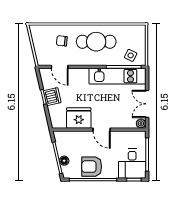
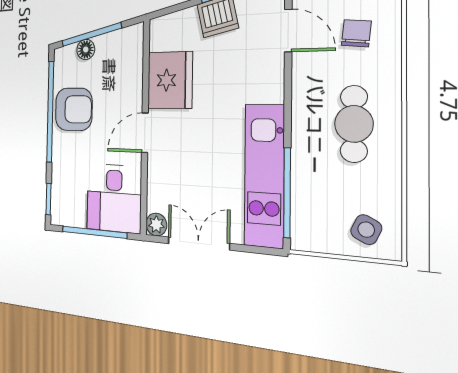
cafe table: (96, 42) -> (354, 124), width x0.73, depth x0.74
side table: (131, 55) -> (366, 230), moved
door: (60, 67) -> (288, 31), swing flipped
desk: (132, 164) -> (114, 198), moved, turned -90
armchair: (92, 167) -> (74, 109), turned 90

